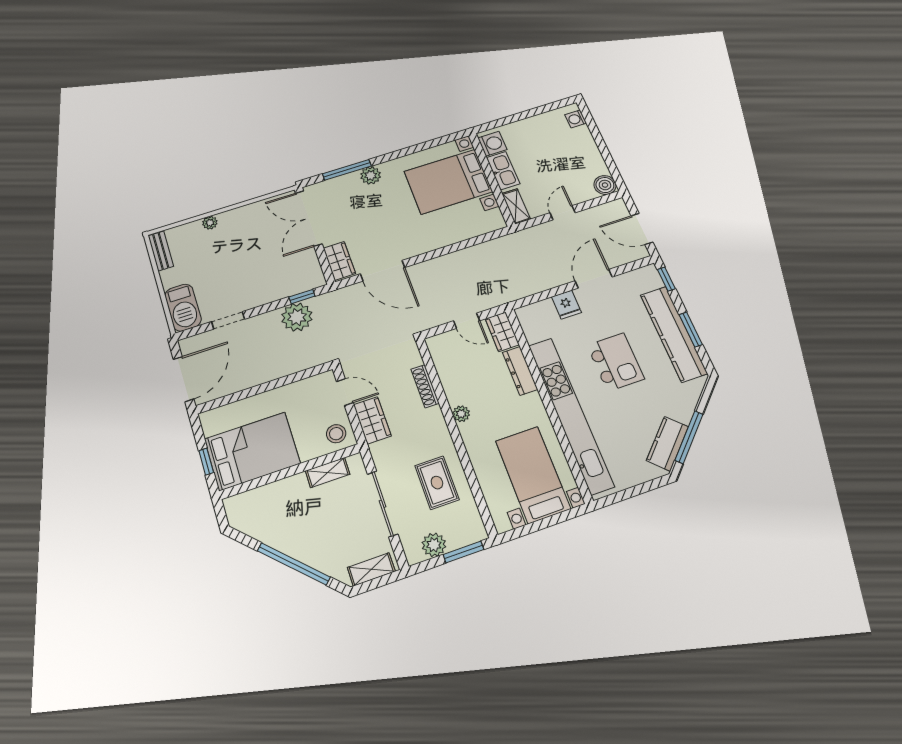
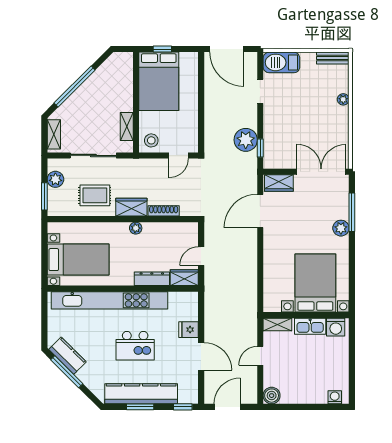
door: (563, 213) -> (260, 356), swing flipped
wardrobe: (372, 420) -> (131, 207), moved, turned 180

